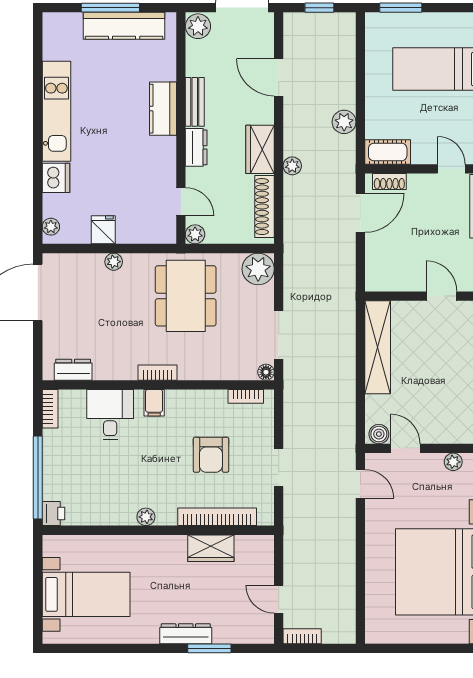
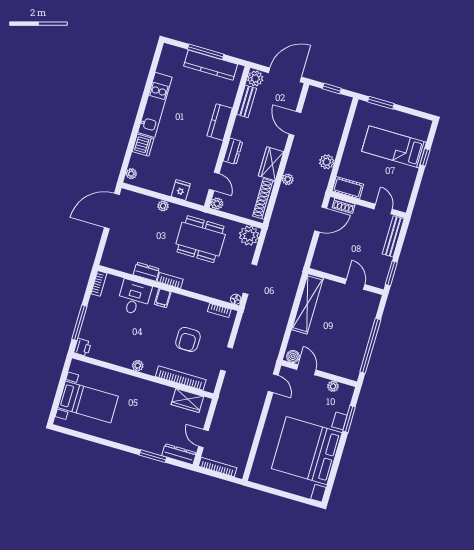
bench: (195, 102) -> (247, 101), moved
fridge: (103, 230) -> (181, 190), moved
dining table: (186, 296) -> (201, 239), turned 90
dresser: (73, 370) -> (146, 272), moved
window: (38, 477) -> (79, 323), width x0.68
wardrobe: (211, 548) -> (187, 401), moved
dresser: (186, 634) -> (179, 454), moved
bookcase: (302, 636) -> (218, 467), width x1.56

